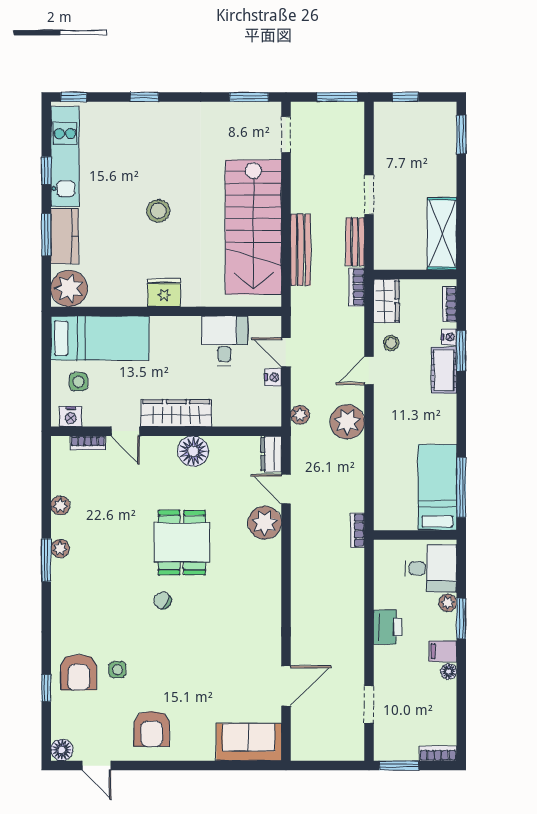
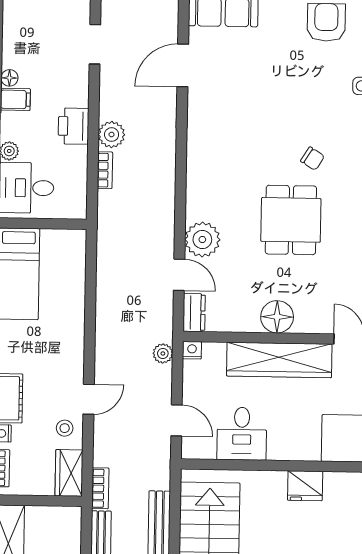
nightstand: (273, 377) -> (192, 350), moved, turned 90
wardrobe: (176, 413) -> (279, 360), width x1.40, depth x1.17
plant: (347, 422) -> (112, 135), moved, width x0.73, depth x0.73
bookcase: (357, 530) -> (105, 170), moved

